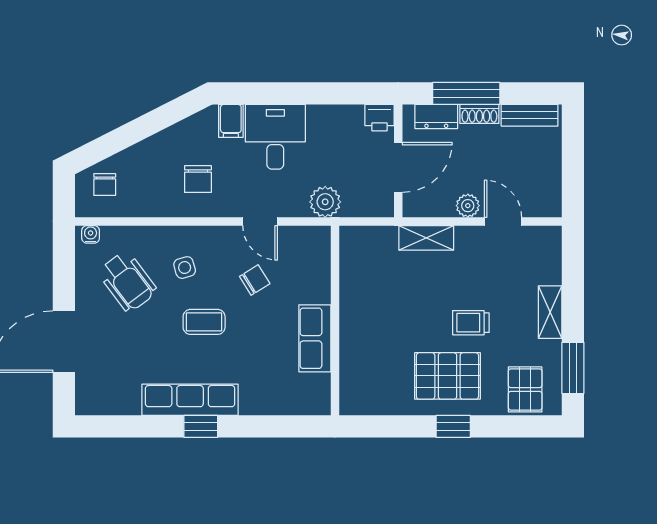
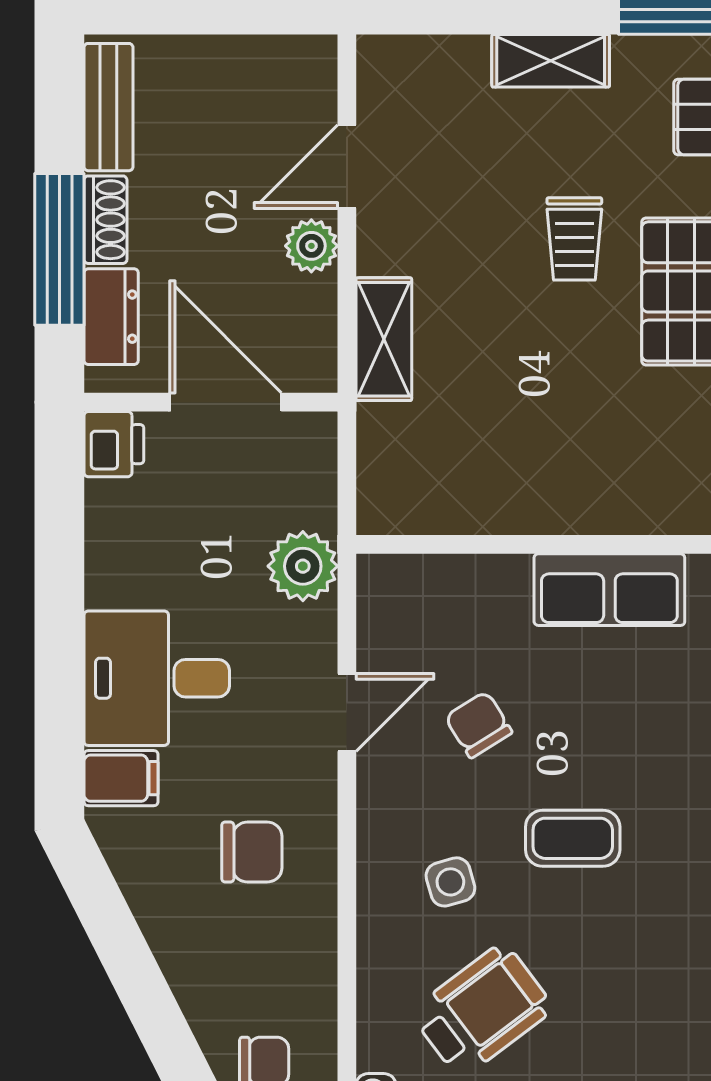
coffee table: (204, 322) -> (573, 838), turned 90

